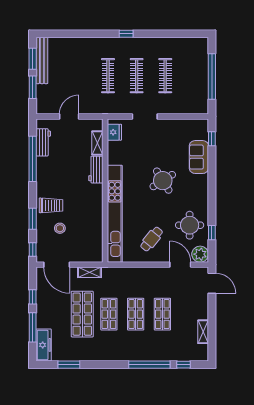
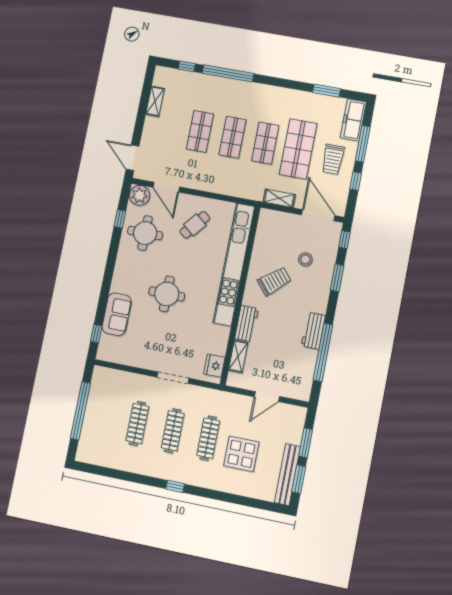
display table: (80, 69) -> (241, 454), added
workbench: (43, 142) -> (313, 331), moved
round table: (163, 181) -> (167, 294), turned 32
trolley: (51, 205) -> (274, 281), moved, turned 140
trolley: (54, 311) -> (333, 159), added

